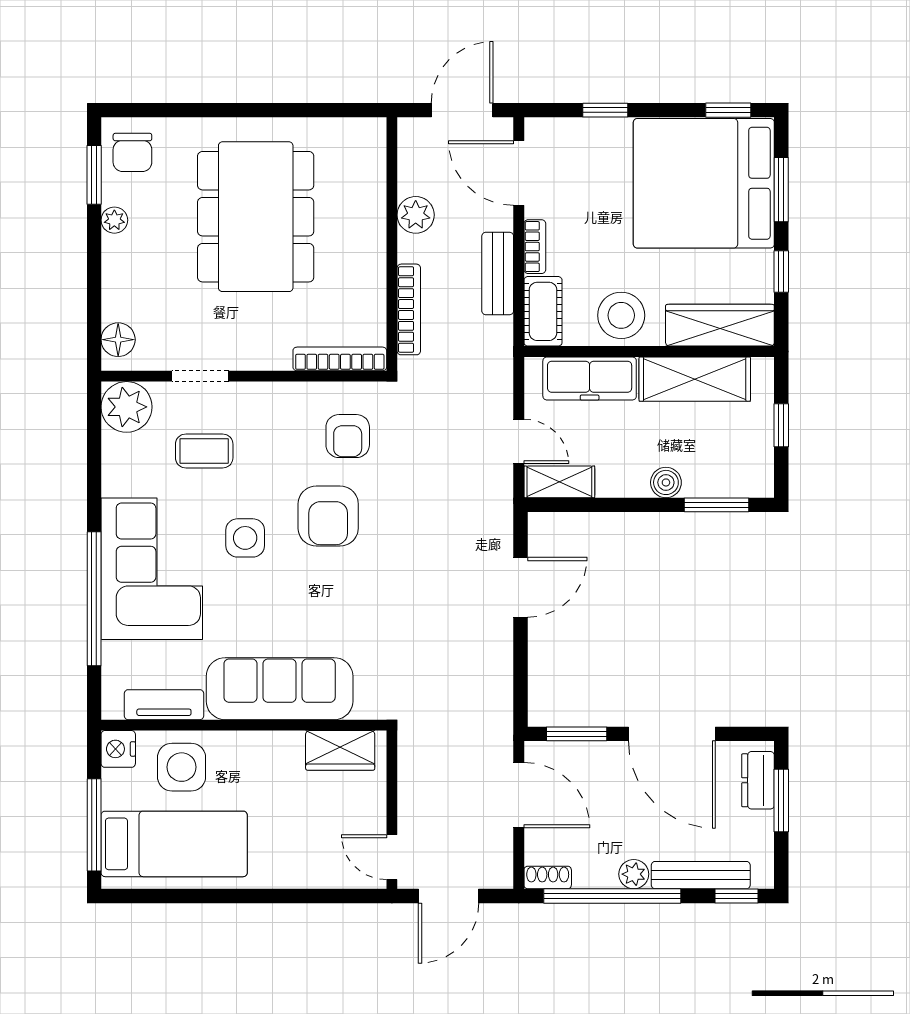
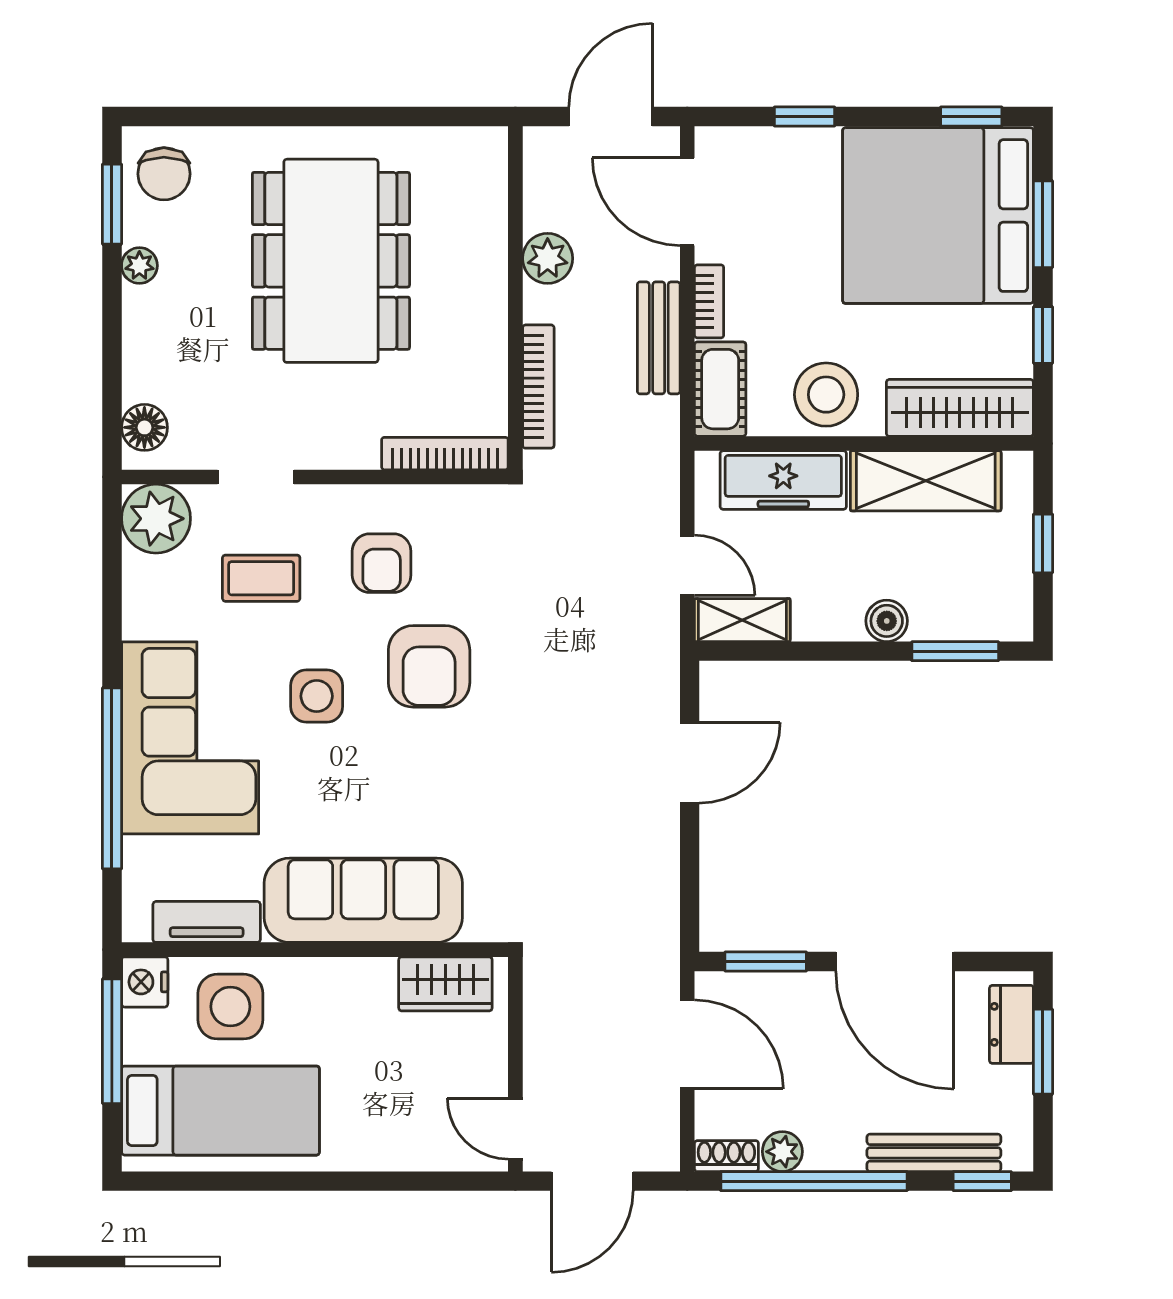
armchair: (348, 436) -> (382, 563), moved
window: (94, 825) -> (112, 1041), moved
plant: (634, 874) -> (782, 1152), moved

